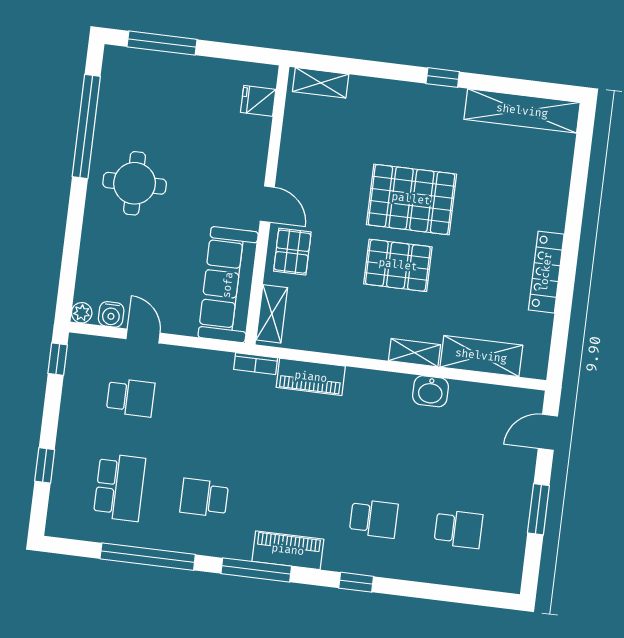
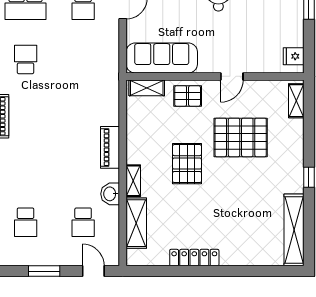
fridge: (258, 101) -> (294, 56), moved, turned -90
pallet: (411, 199) -> (241, 137), moved, turned 90
door: (267, 204) -> (232, 76), moved
bookcase: (256, 364) -> (114, 81), removed
piano: (311, 377) -> (110, 147), moved
school desk: (374, 519) -> (83, 222), moved

